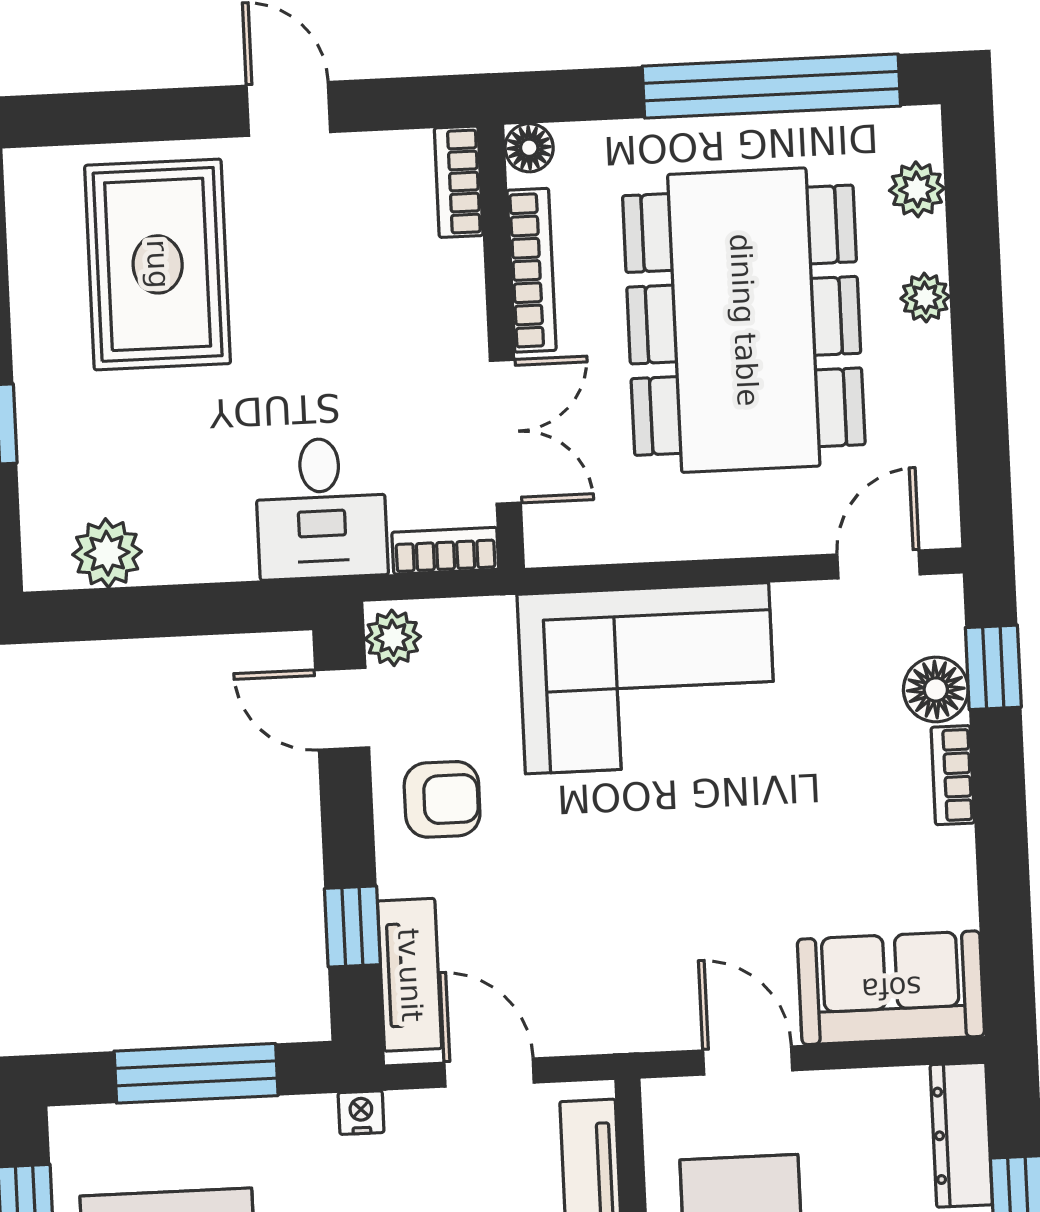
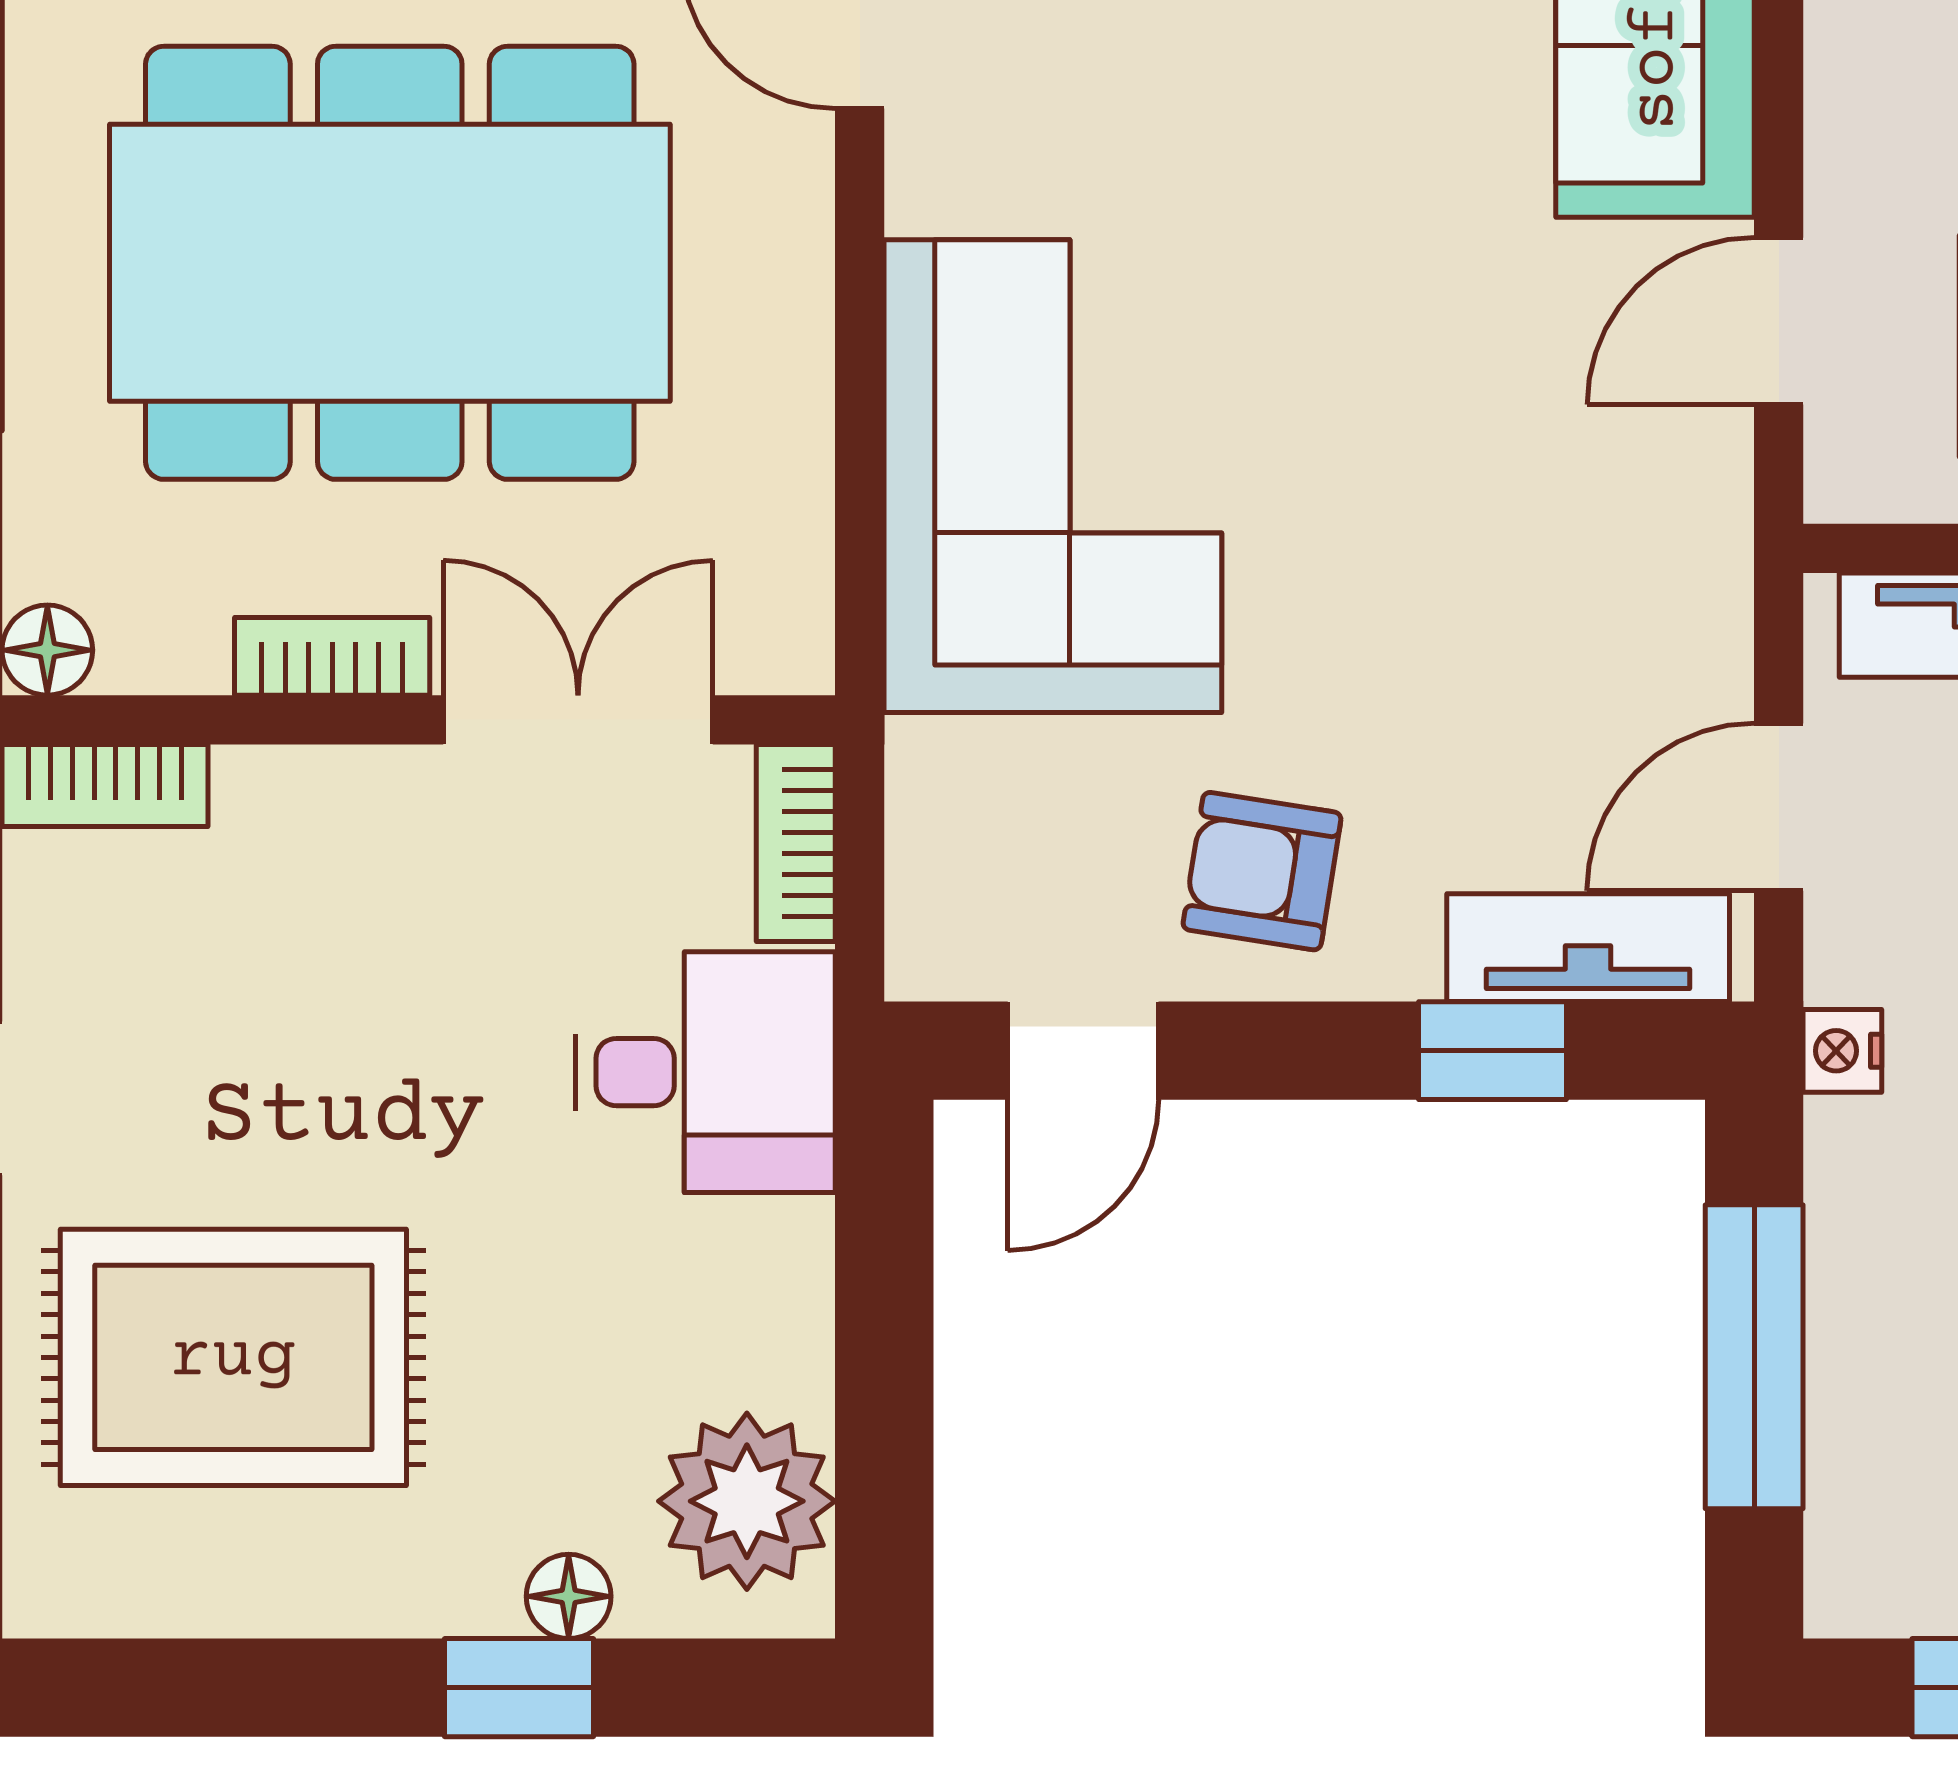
bookcase: (532, 270) -> (332, 656), width x0.64
floor lamp: (39, 449) -> (569, 1596), added
plant: (107, 553) -> (747, 1501), width x1.36, depth x1.36
plant: (393, 638) -> (954, 949), removed
armchair: (442, 799) -> (1262, 871), turned -81

